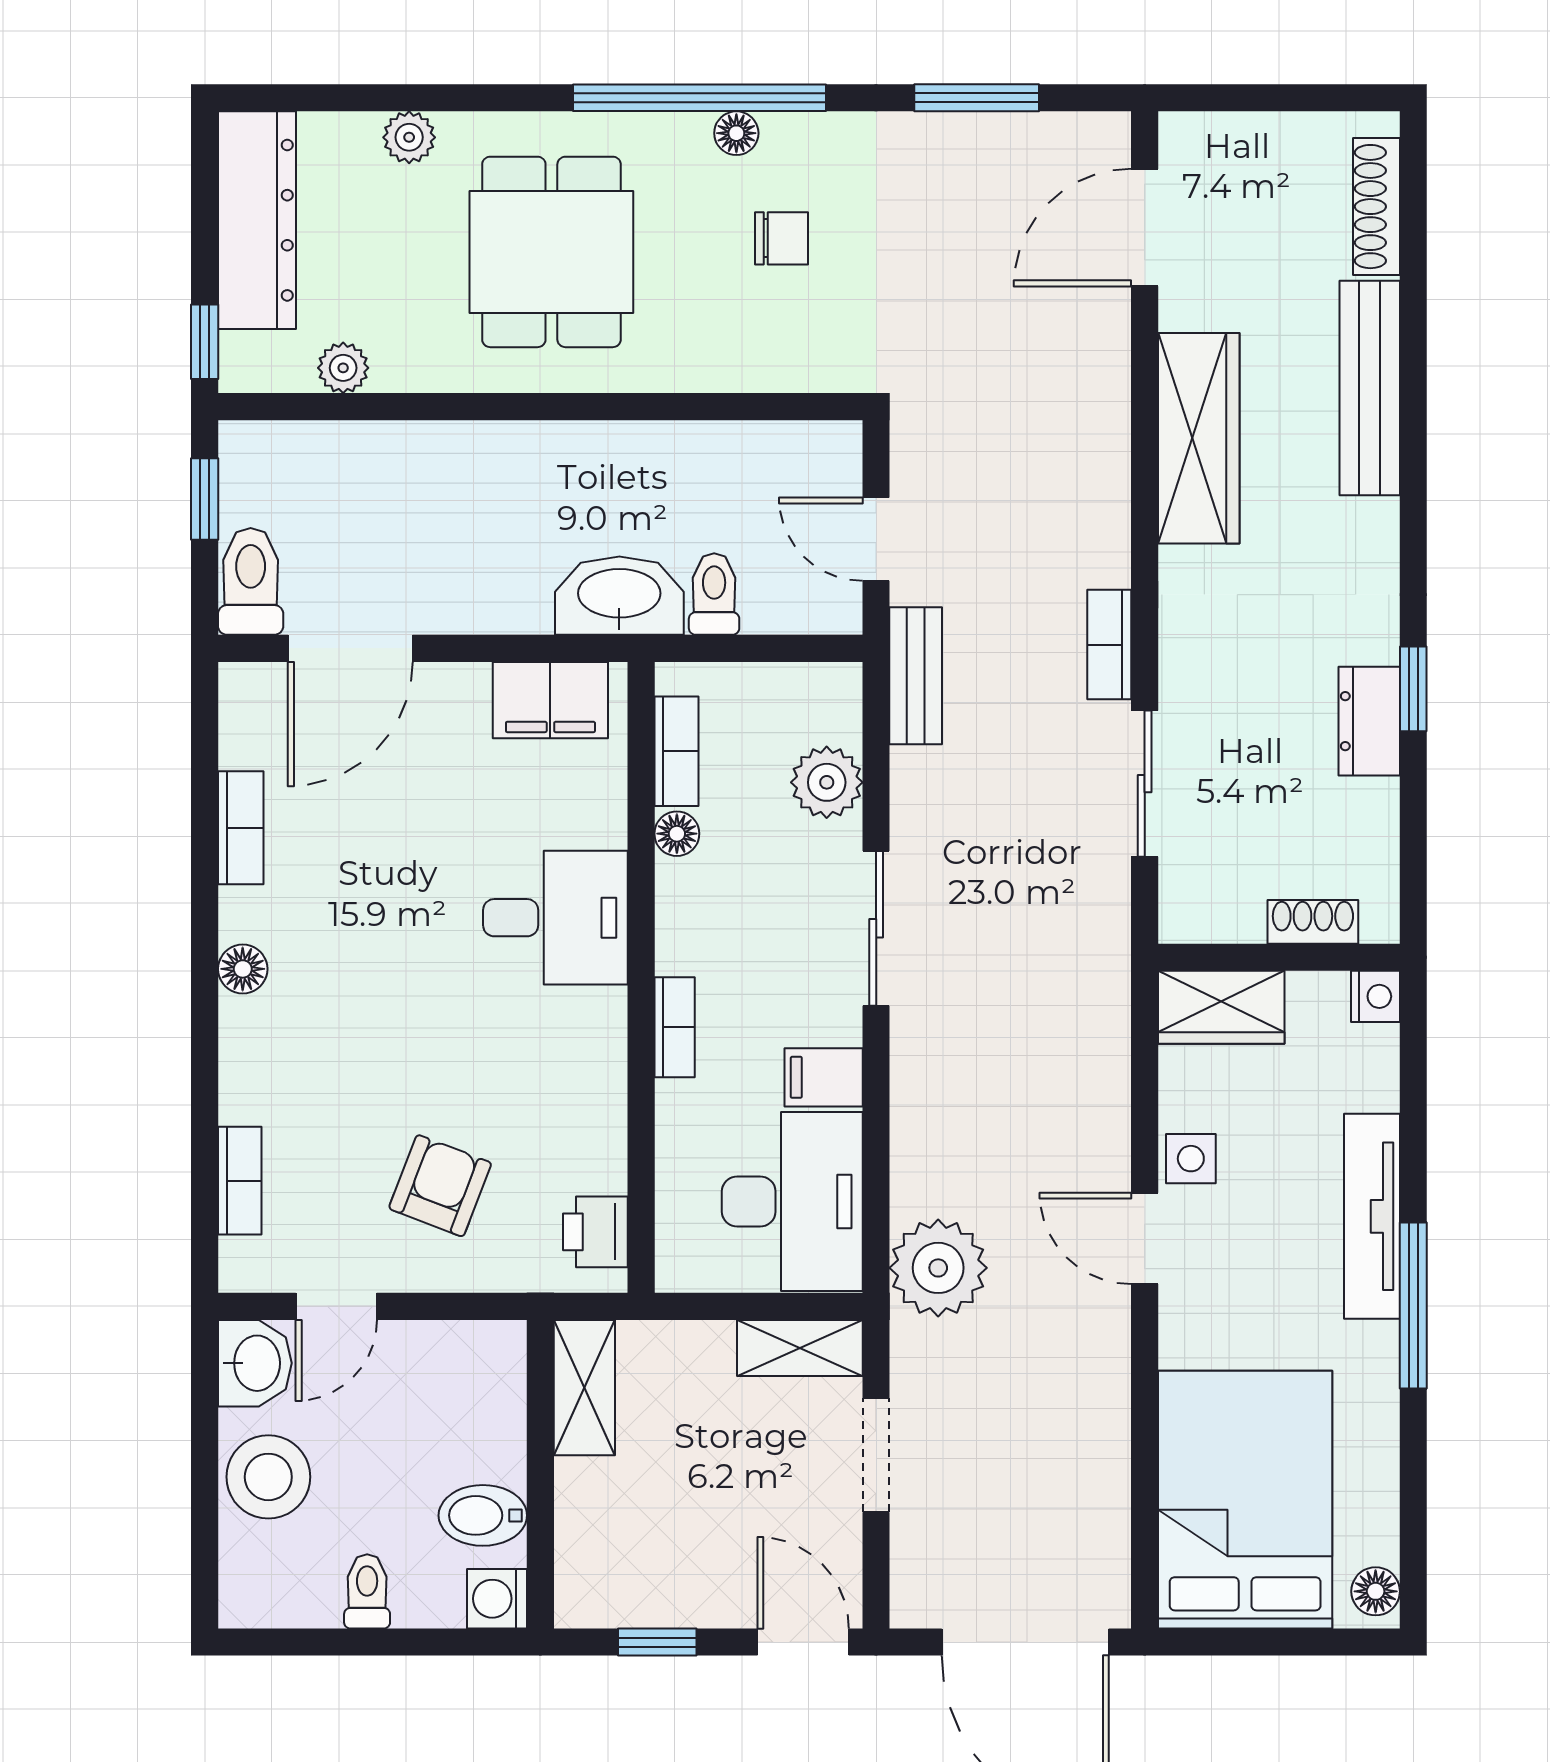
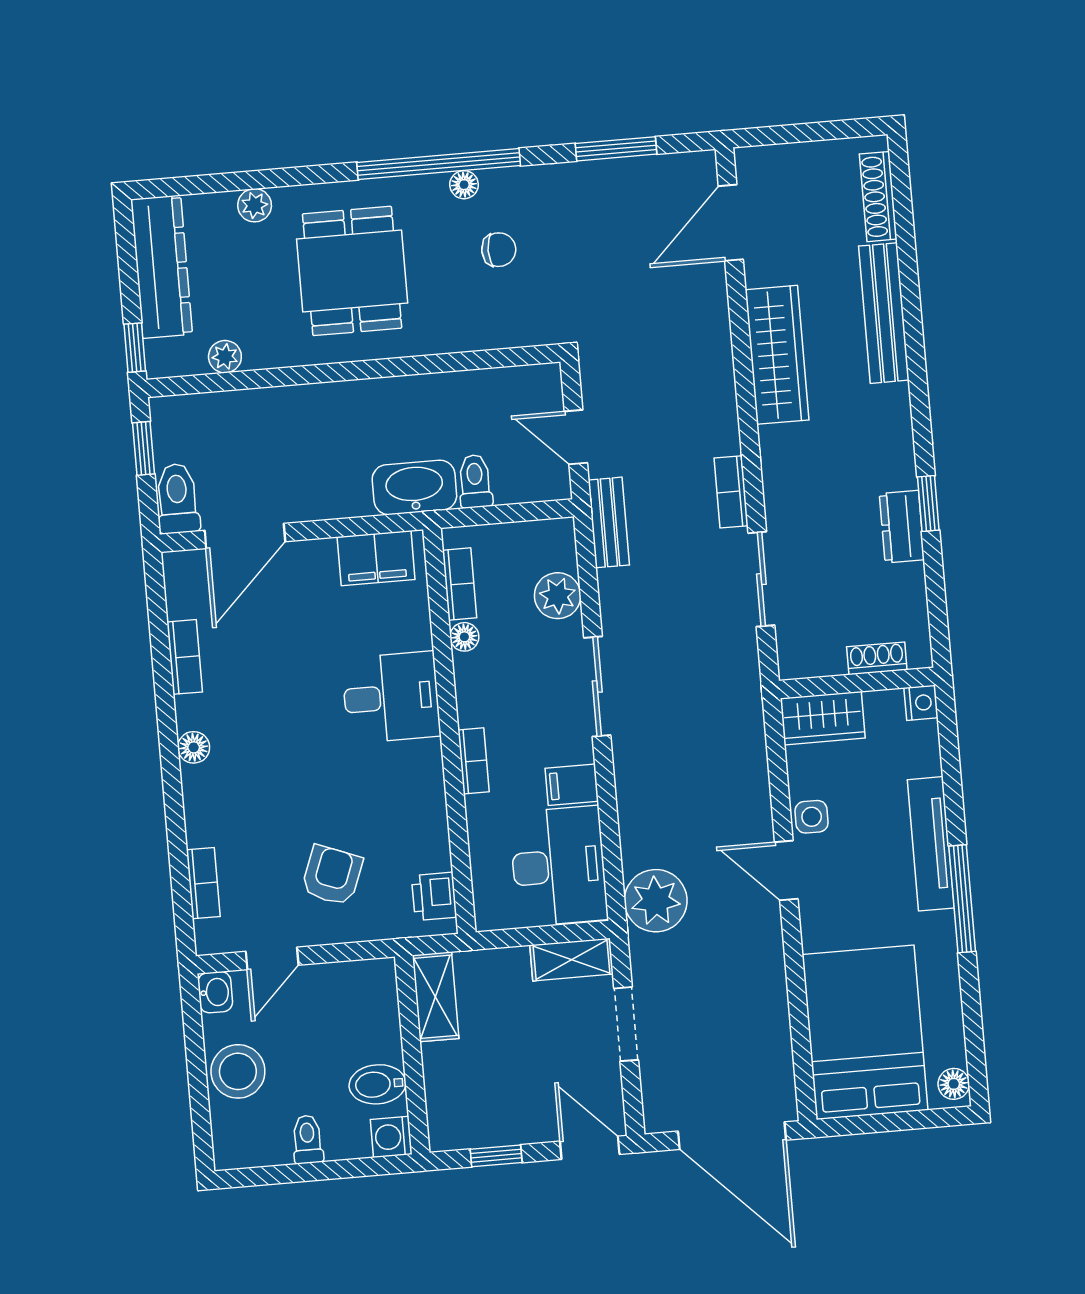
washbasin: (255, 1363) -> (215, 992), width x0.72, depth x0.69

